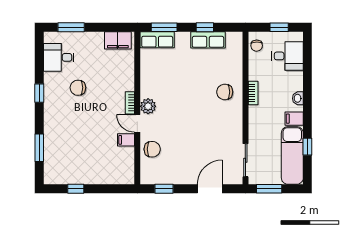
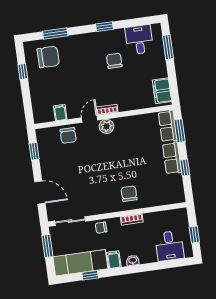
row of seats: (208, 40) -> (172, 158), moved
chair: (257, 46) -> (101, 228), moved
filing cabinet: (126, 140) -> (60, 113), moved
chair: (64, 159) -> (48, 57), added

